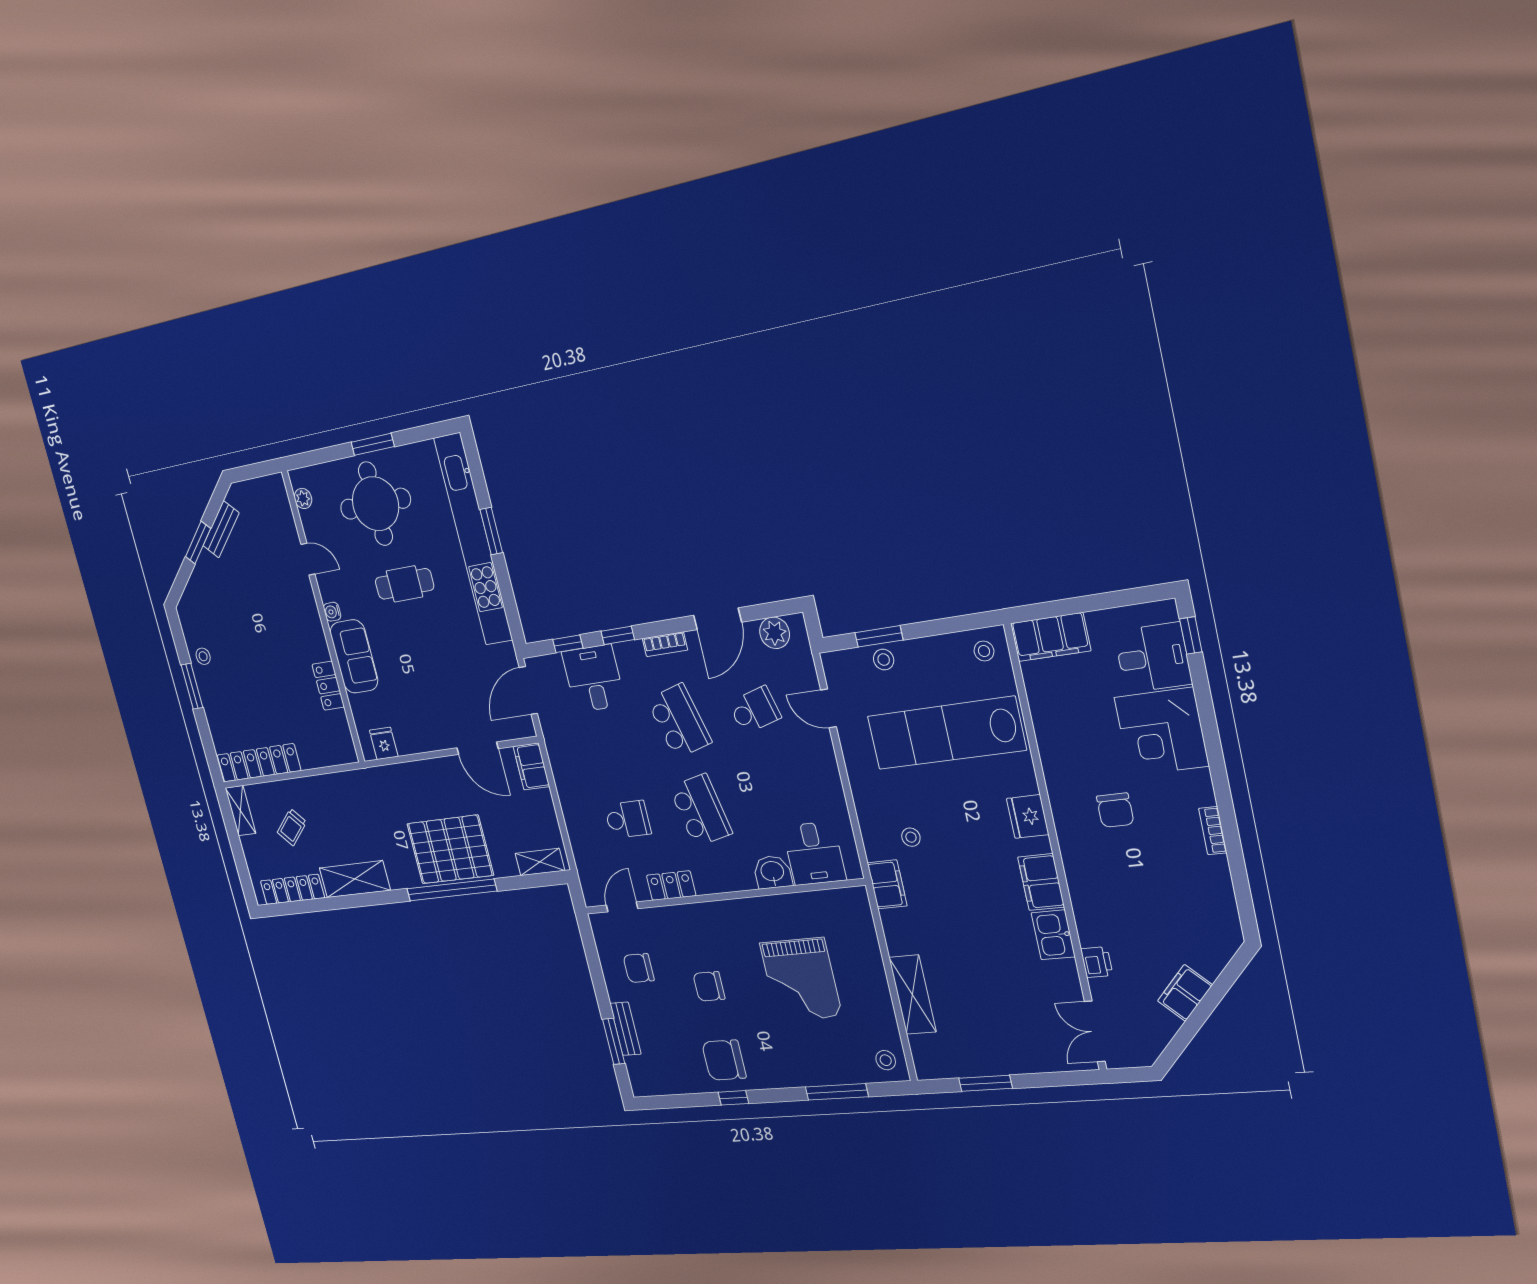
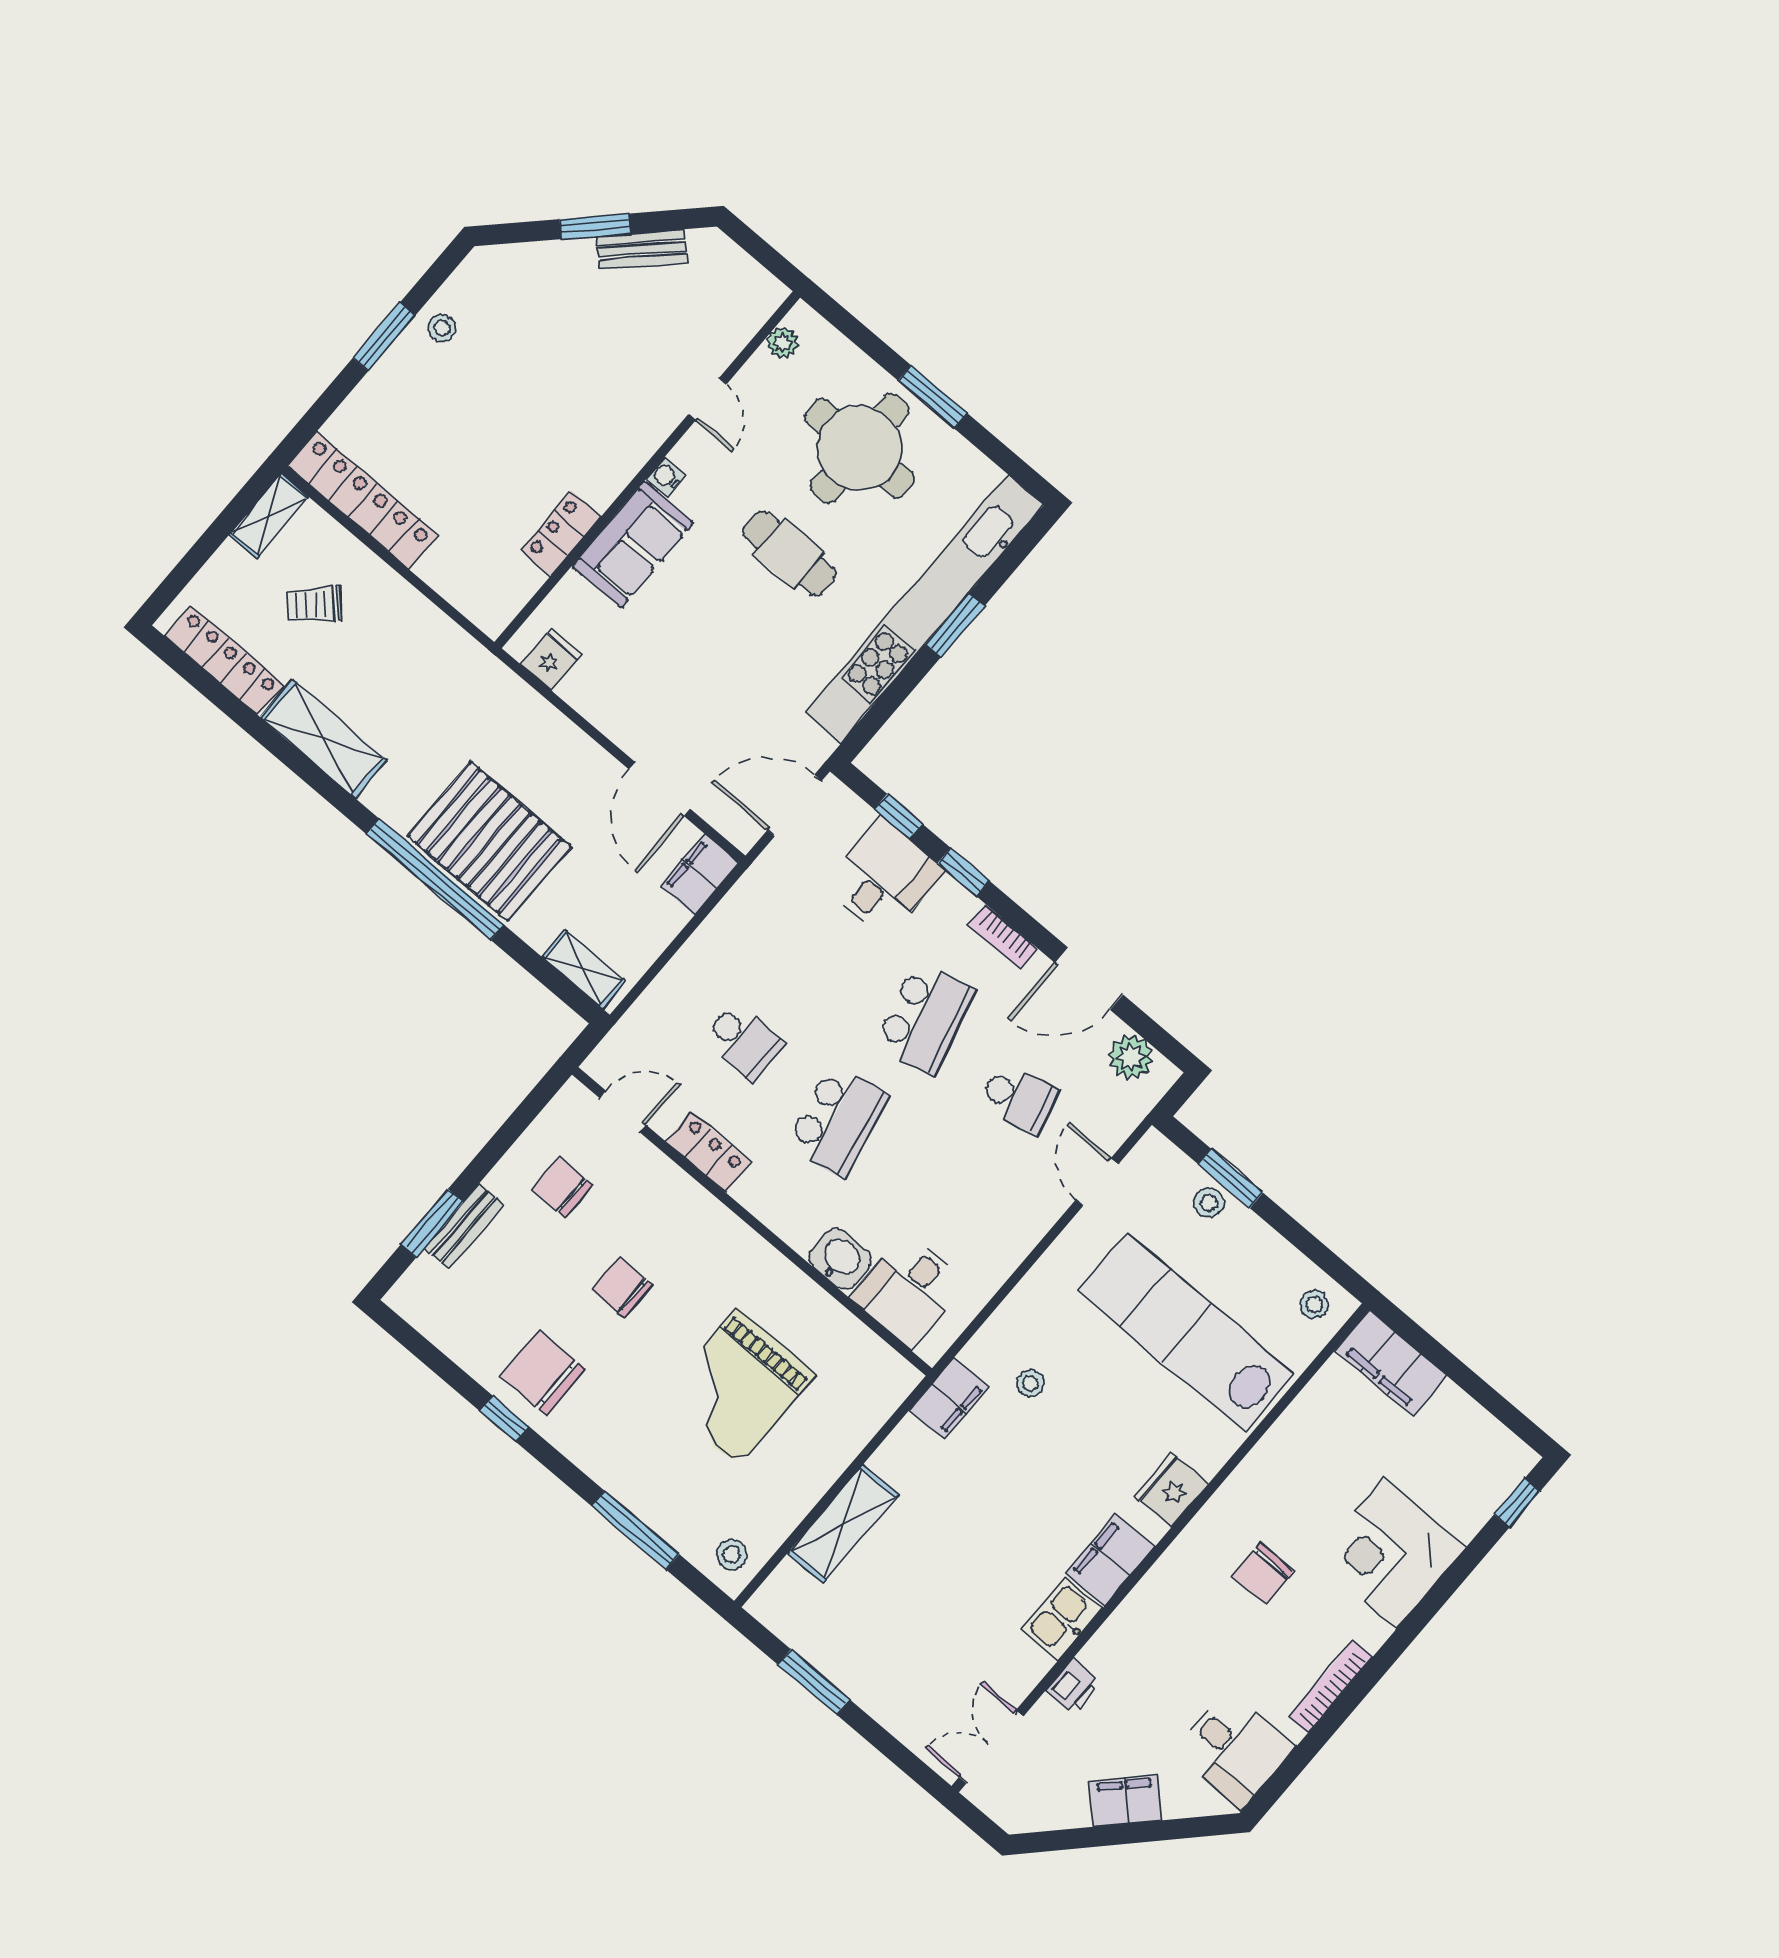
desk: (1153, 658) -> (1235, 1749), moved
bookcase: (1213, 831) -> (1330, 1687), width x1.56

